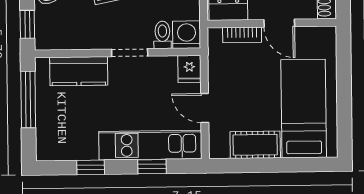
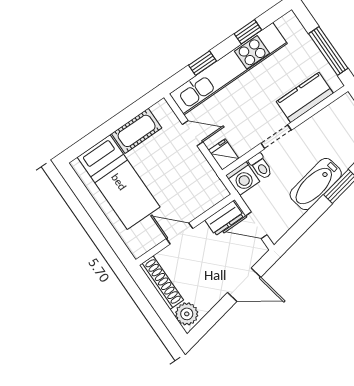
bookcase: (242, 35) -> (201, 206), removed
kitchen unit: (150, 145) -> (228, 69), width x1.36

